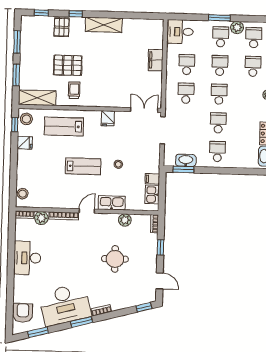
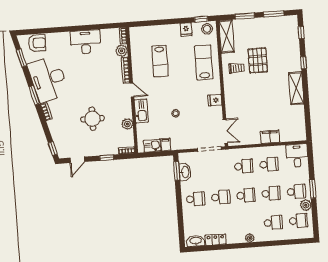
pallet: (62, 27) -> (291, 51), removed
lab bench: (83, 166) -> (160, 61), moved
stool: (23, 194) -> (141, 32), removed

